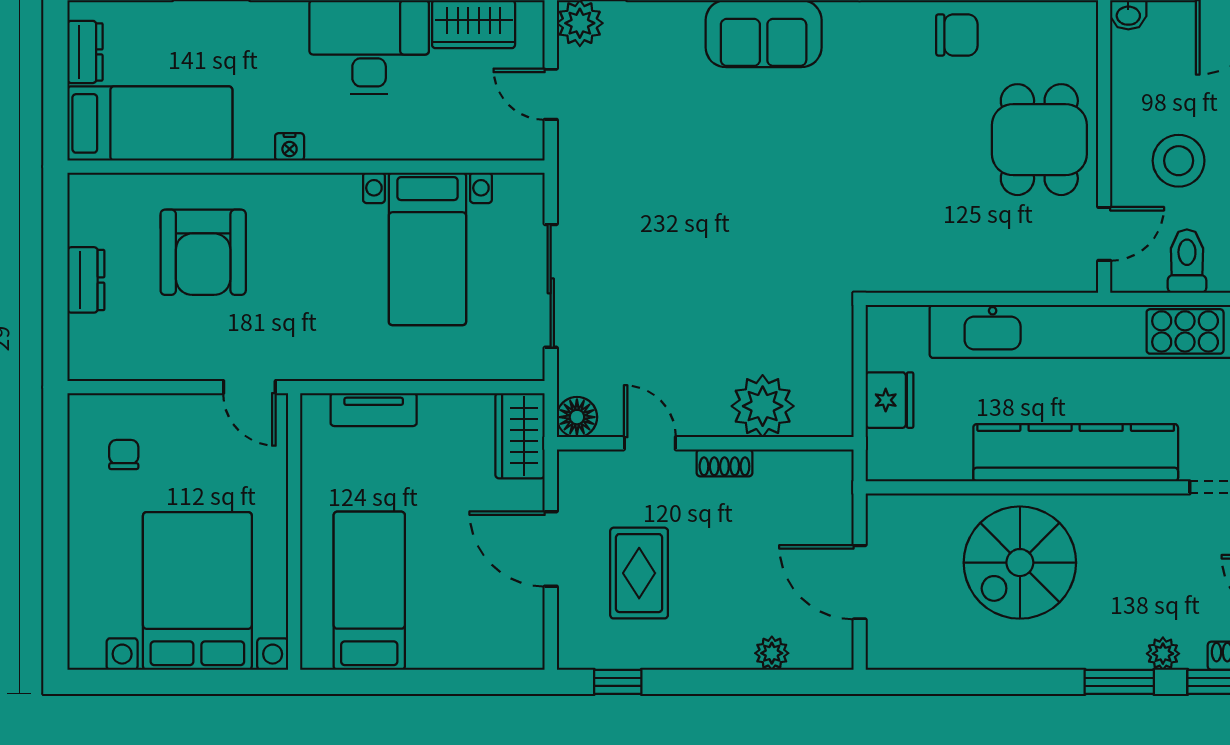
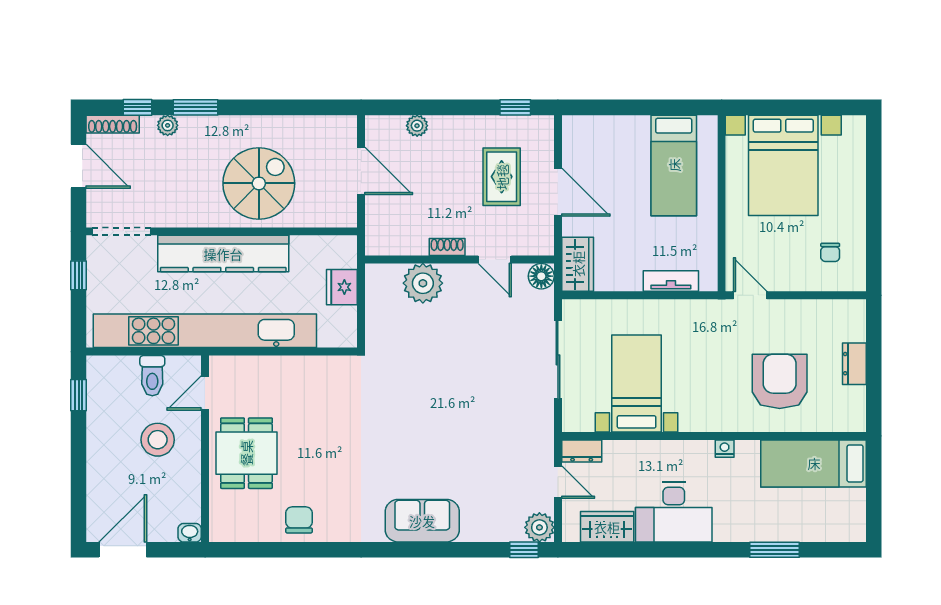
chair: (957, 35) -> (299, 520), turned 90
dresser: (85, 52) -> (582, 451), moved, turned -90

